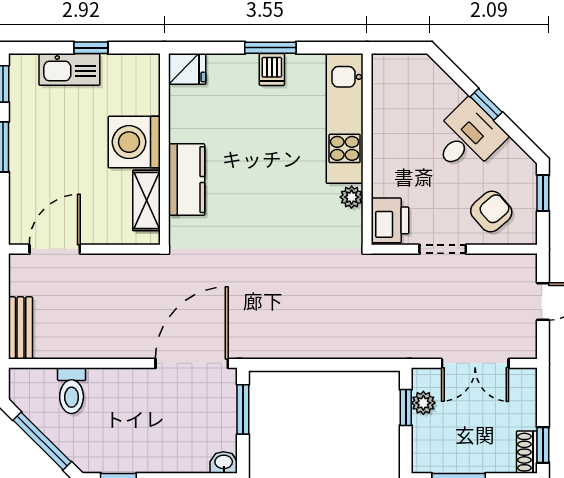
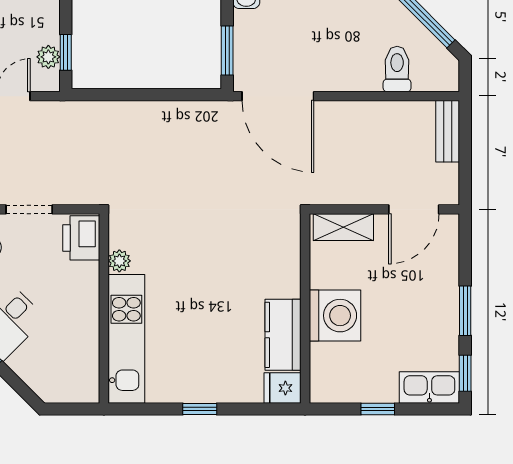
window: (270, 48) -> (200, 409), width x0.67
kitchen sink: (69, 69) -> (429, 388), moved
dishwasher: (272, 69) -> (198, 388), removed
kitchen counter: (187, 180) -> (283, 335), moved
shelving: (146, 200) -> (343, 227), moved, turned 90
door: (192, 363) -> (278, 96), hinge flipped

